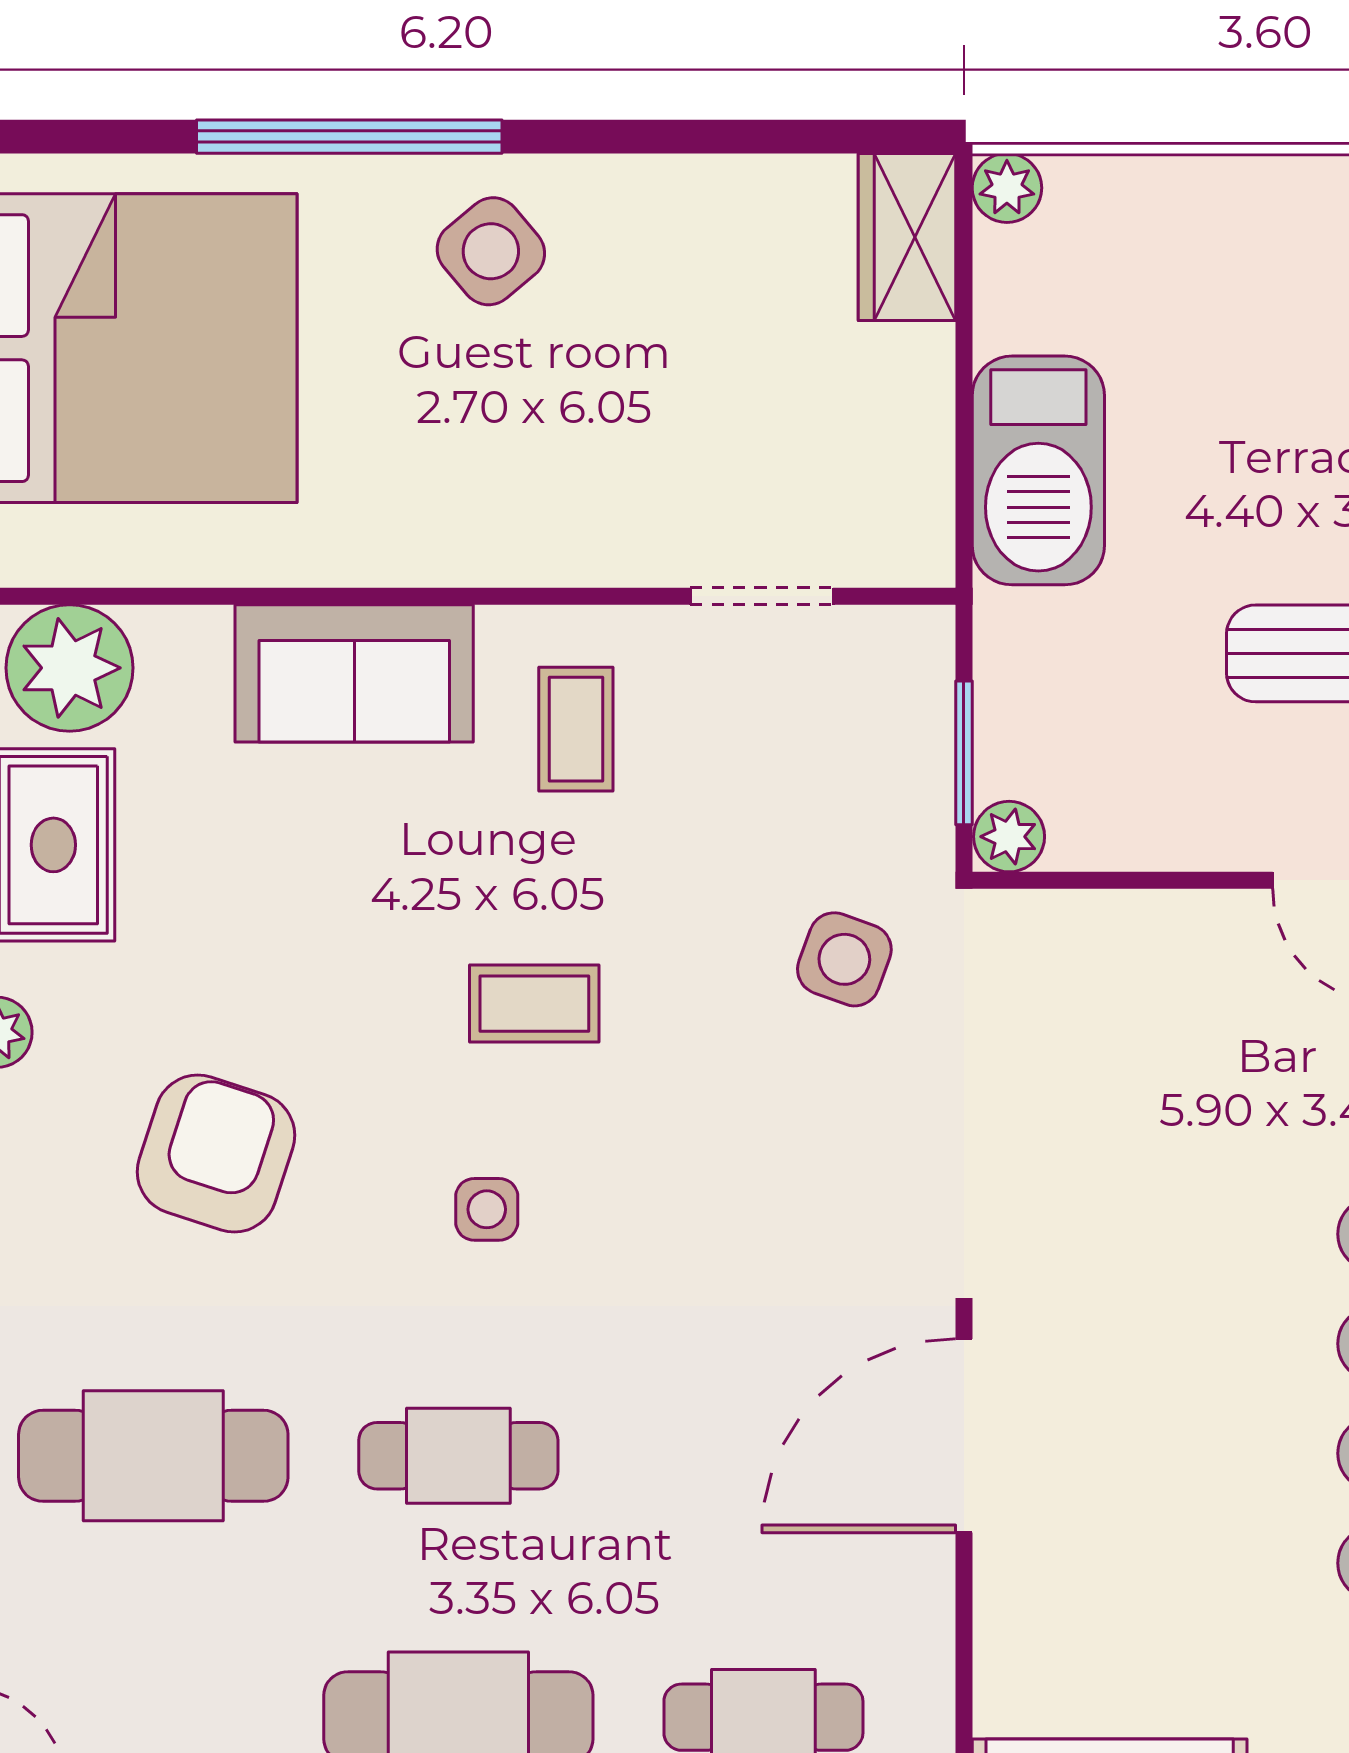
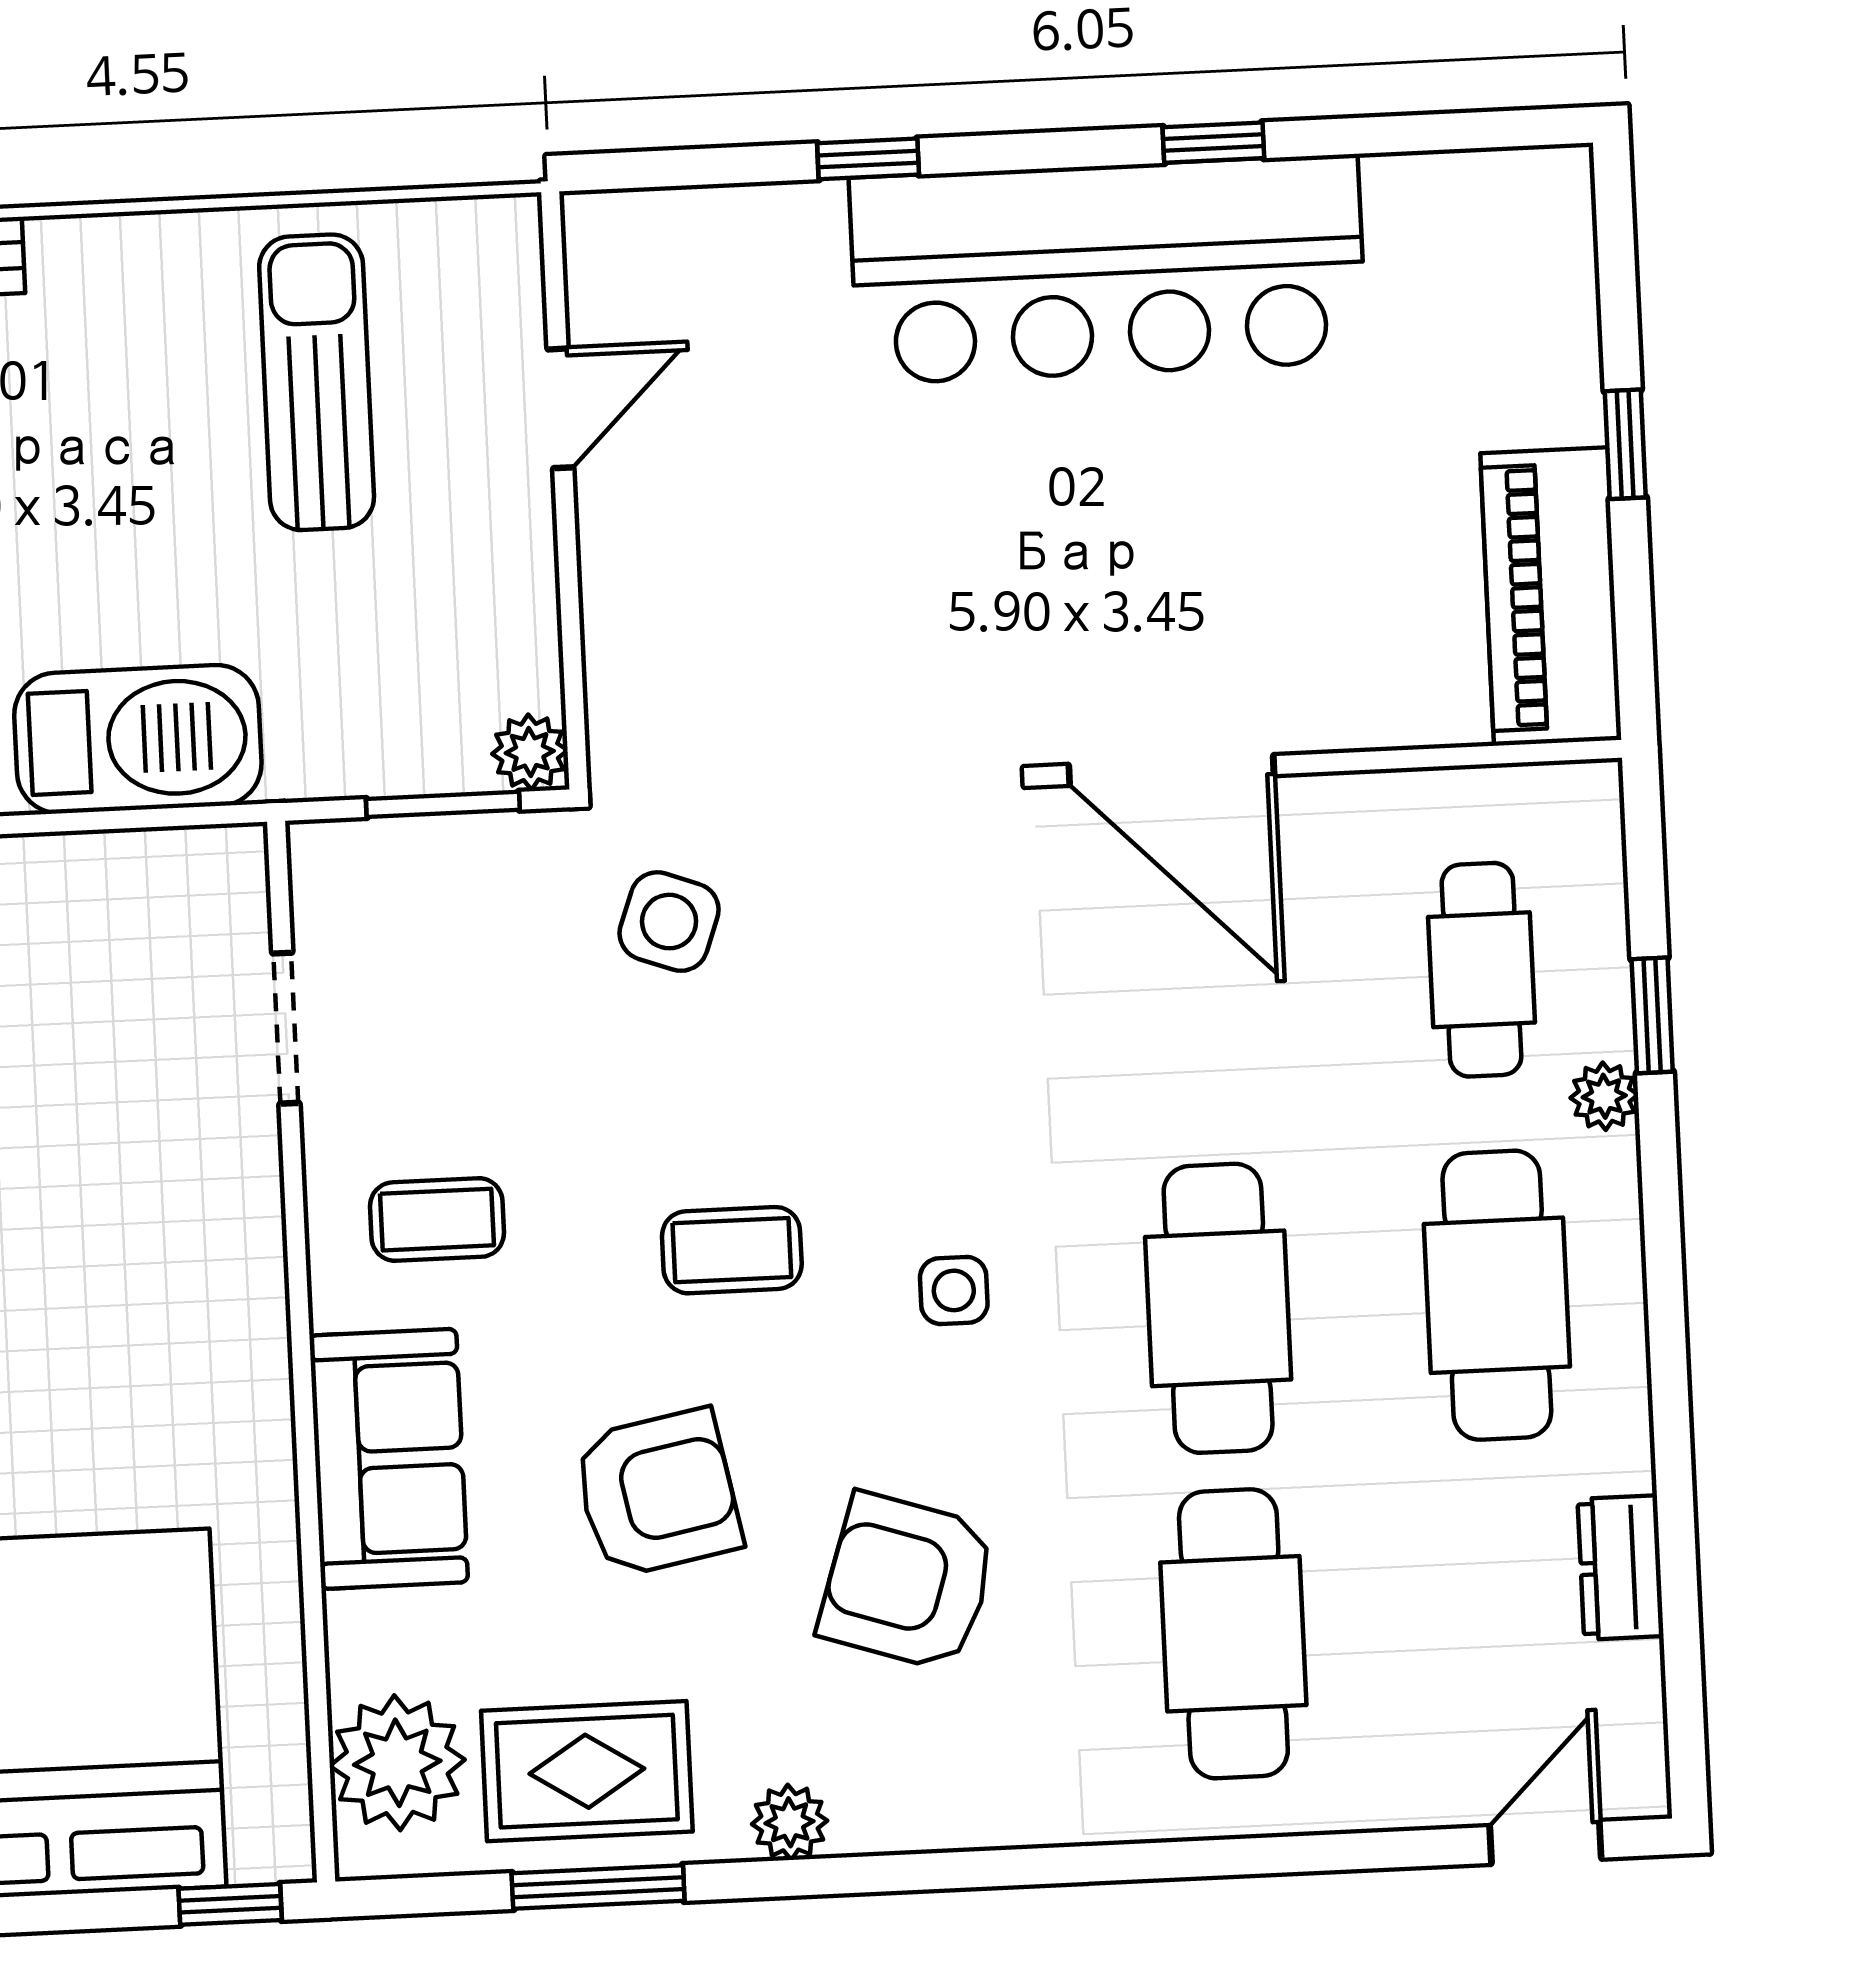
armchair: (310, 923) -> (657, 1493), added
coffee table: (534, 1004) -> (732, 1250), turned 90
cafe table: (458, 1456) -> (1218, 1308), width x1.37, depth x1.35

